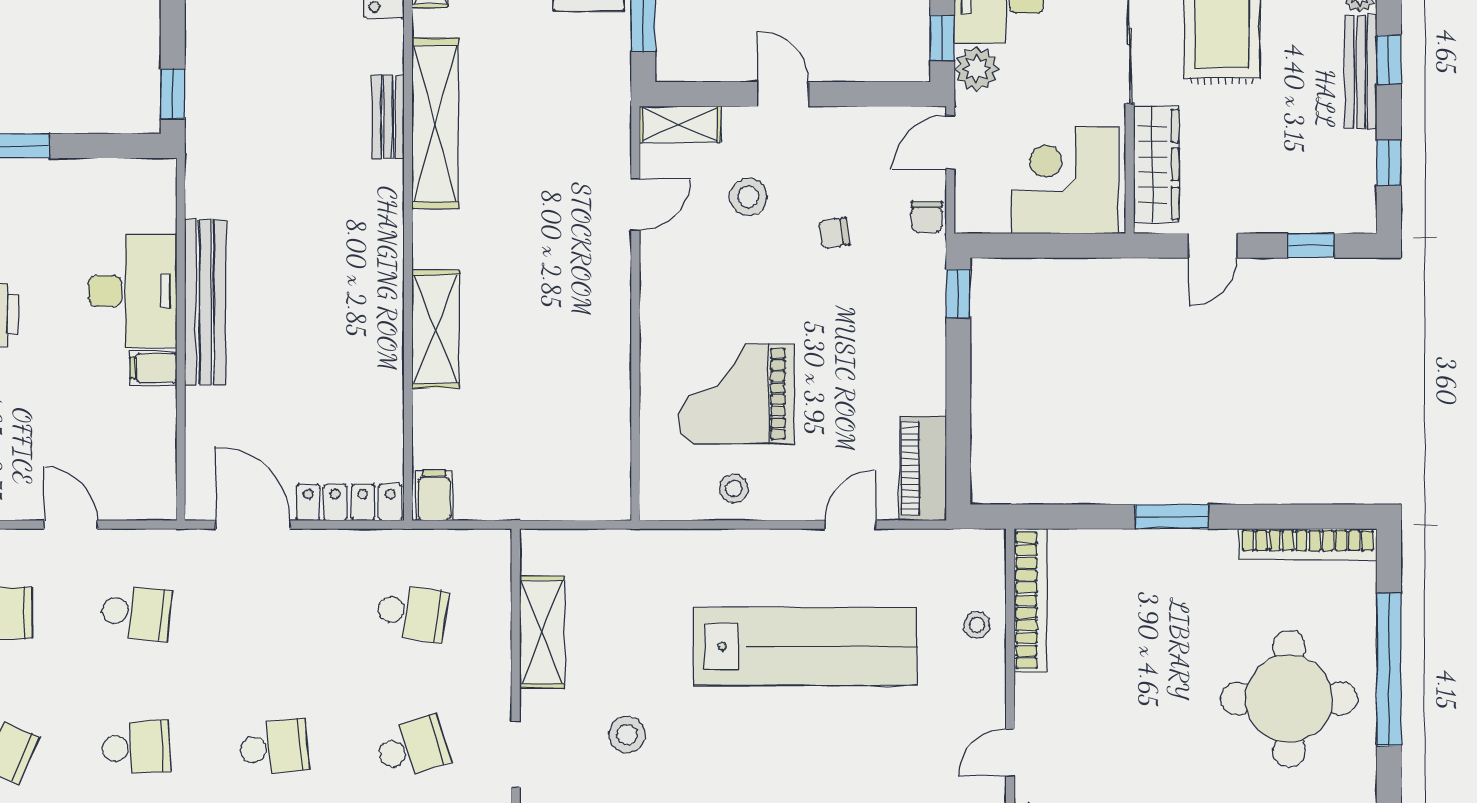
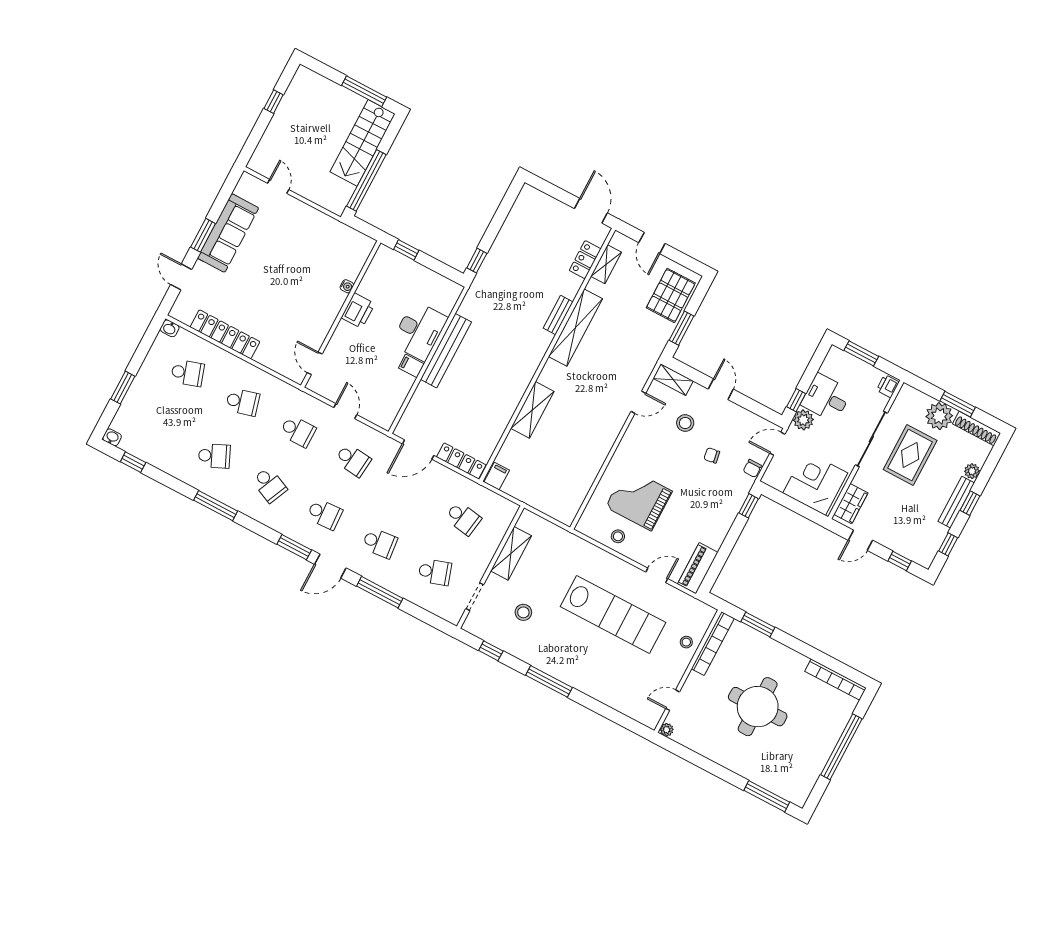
wardrobe: (1156, 164) -> (851, 504), width x0.67
window: (1172, 517) -> (758, 625), moved
door: (253, 525) -> (418, 450), swing flipped
round table: (1289, 699) -> (758, 707), moved

